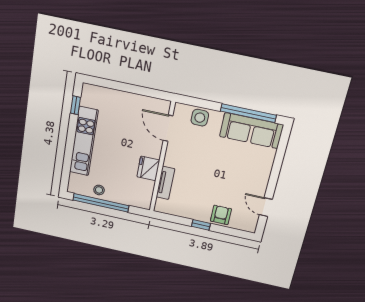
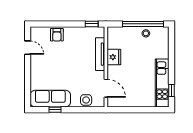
window: (248, 113) -> (55, 110), width x0.32
kitchen unit: (84, 141) -> (162, 83), moved
tv unit: (165, 183) -> (100, 54), width x1.41
window: (201, 225) -> (92, 24), moved

